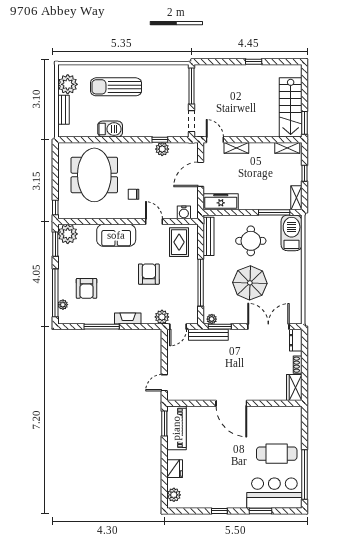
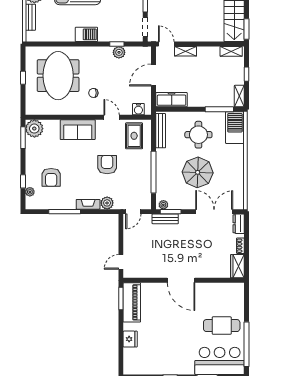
barbecue: (110, 129) -> (86, 34), moved
window: (55, 208) -> (23, 78), moved
window: (55, 293) -> (23, 181), width x0.32
plant: (162, 317) -> (107, 203), moved
bench: (208, 335) -> (165, 219), width x0.73
plant: (174, 495) -> (129, 362), removed

